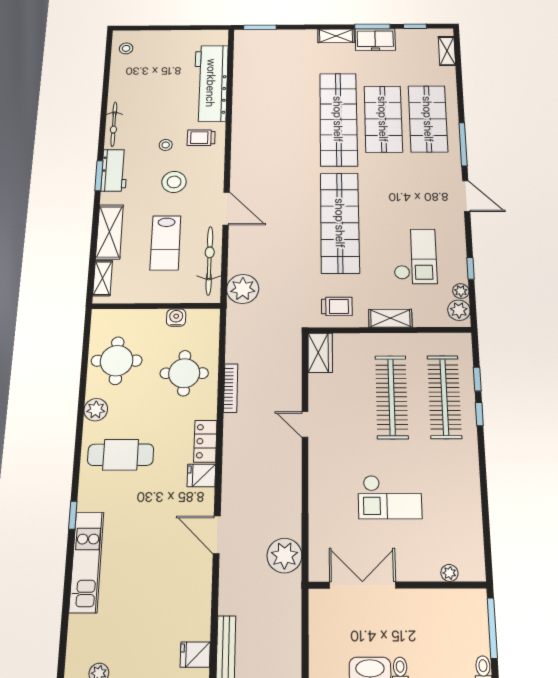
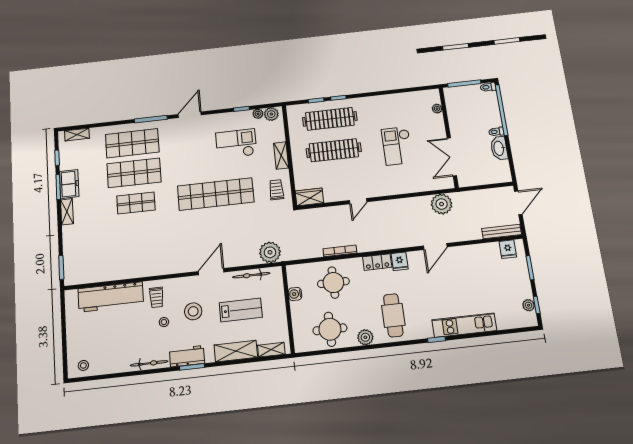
shop shelf: (338, 119) -> (136, 203), width x0.50, depth x0.74
bicycle: (209, 261) -> (251, 275), width x0.73, depth x0.71
checkout: (390, 497) -> (397, 146), turned 180

